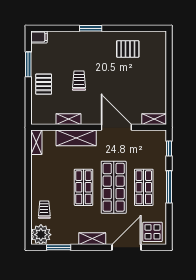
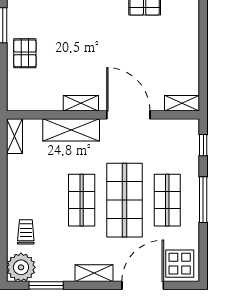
trolley: (79, 81) -> (75, 48), removed
shelving: (68, 119) -> (81, 103), moved

